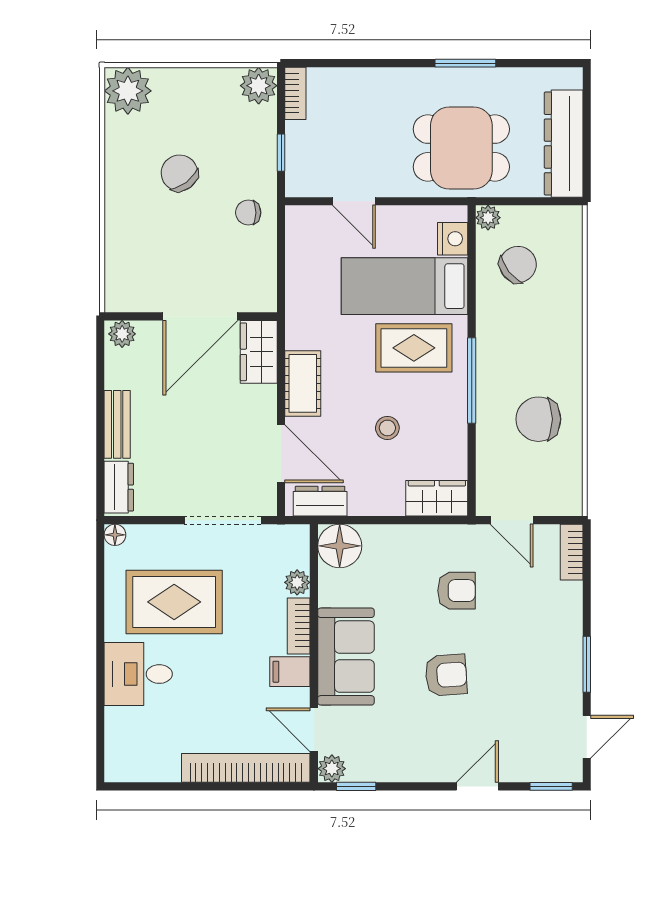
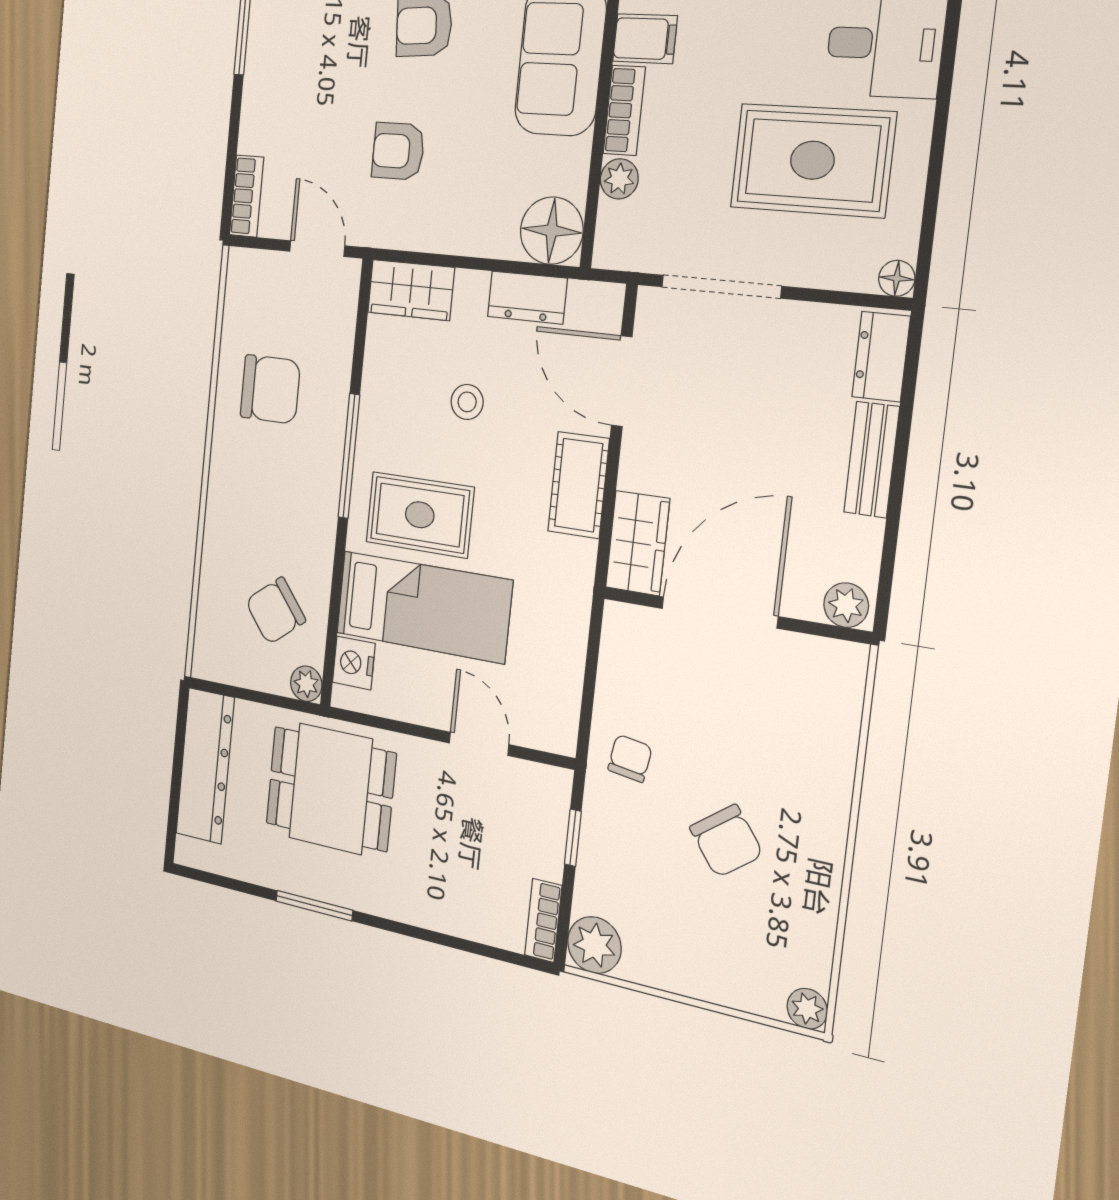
plant: (128, 91) -> (807, 1009), width x0.53, depth x0.53
chair: (248, 213) -> (630, 758), turned -81
dresser: (320, 501) -> (527, 298), moved

